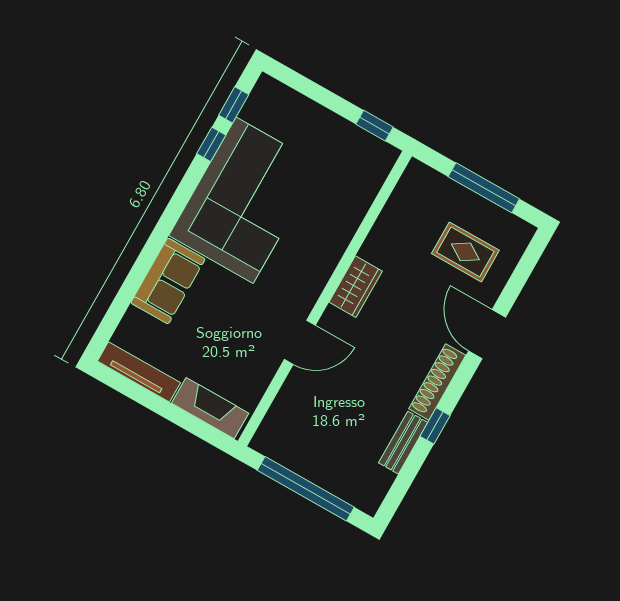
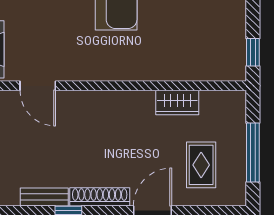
wardrobe: (356, 287) -> (177, 102), moved
door: (300, 342) -> (38, 86), moved

